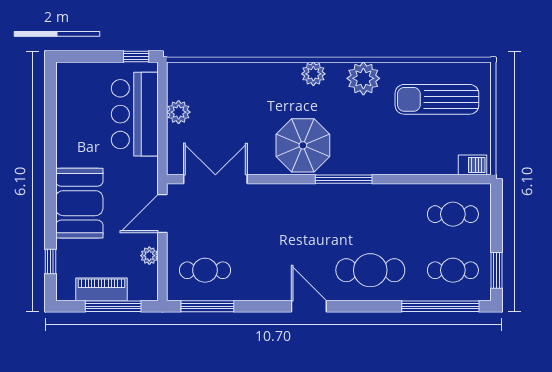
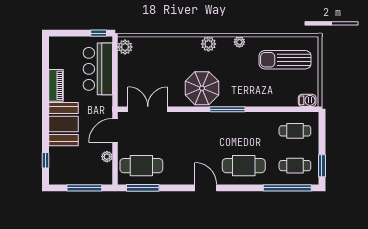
plant: (363, 78) -> (239, 42), width x0.53, depth x0.53
plant: (179, 112) -> (125, 47), moved
cafe table: (205, 270) -> (141, 166), width x1.37, depth x1.35
piano: (102, 289) -> (56, 85), moved, turned 90

